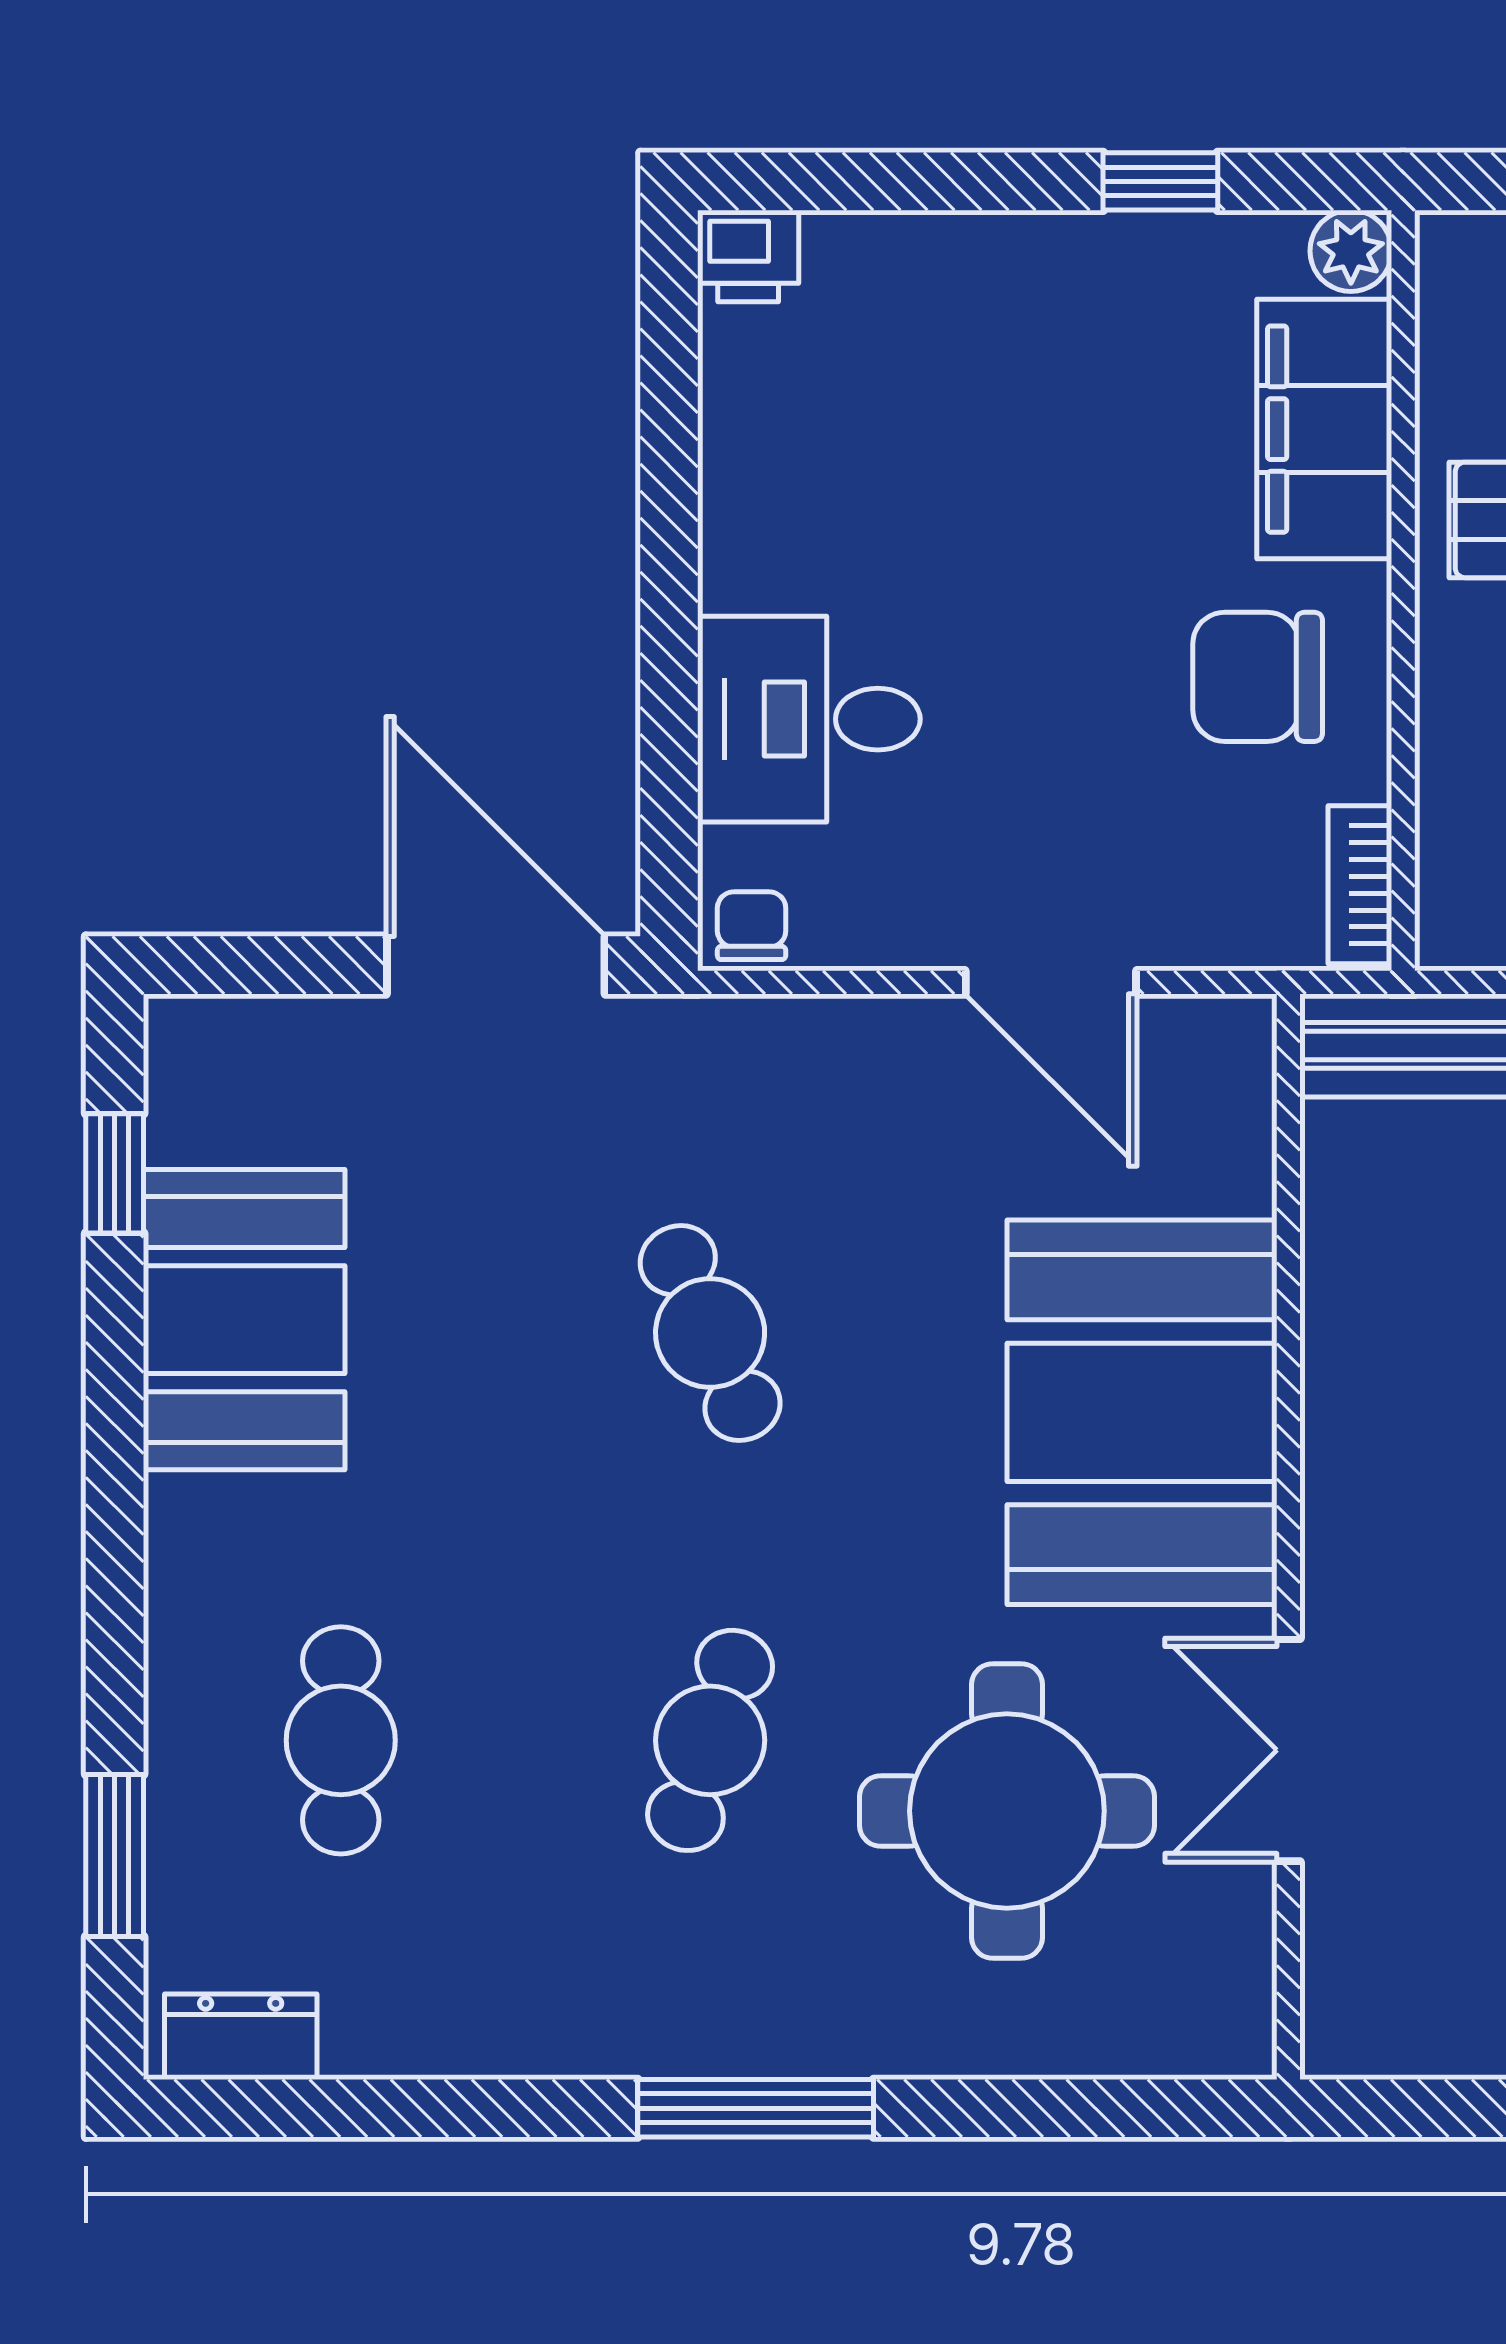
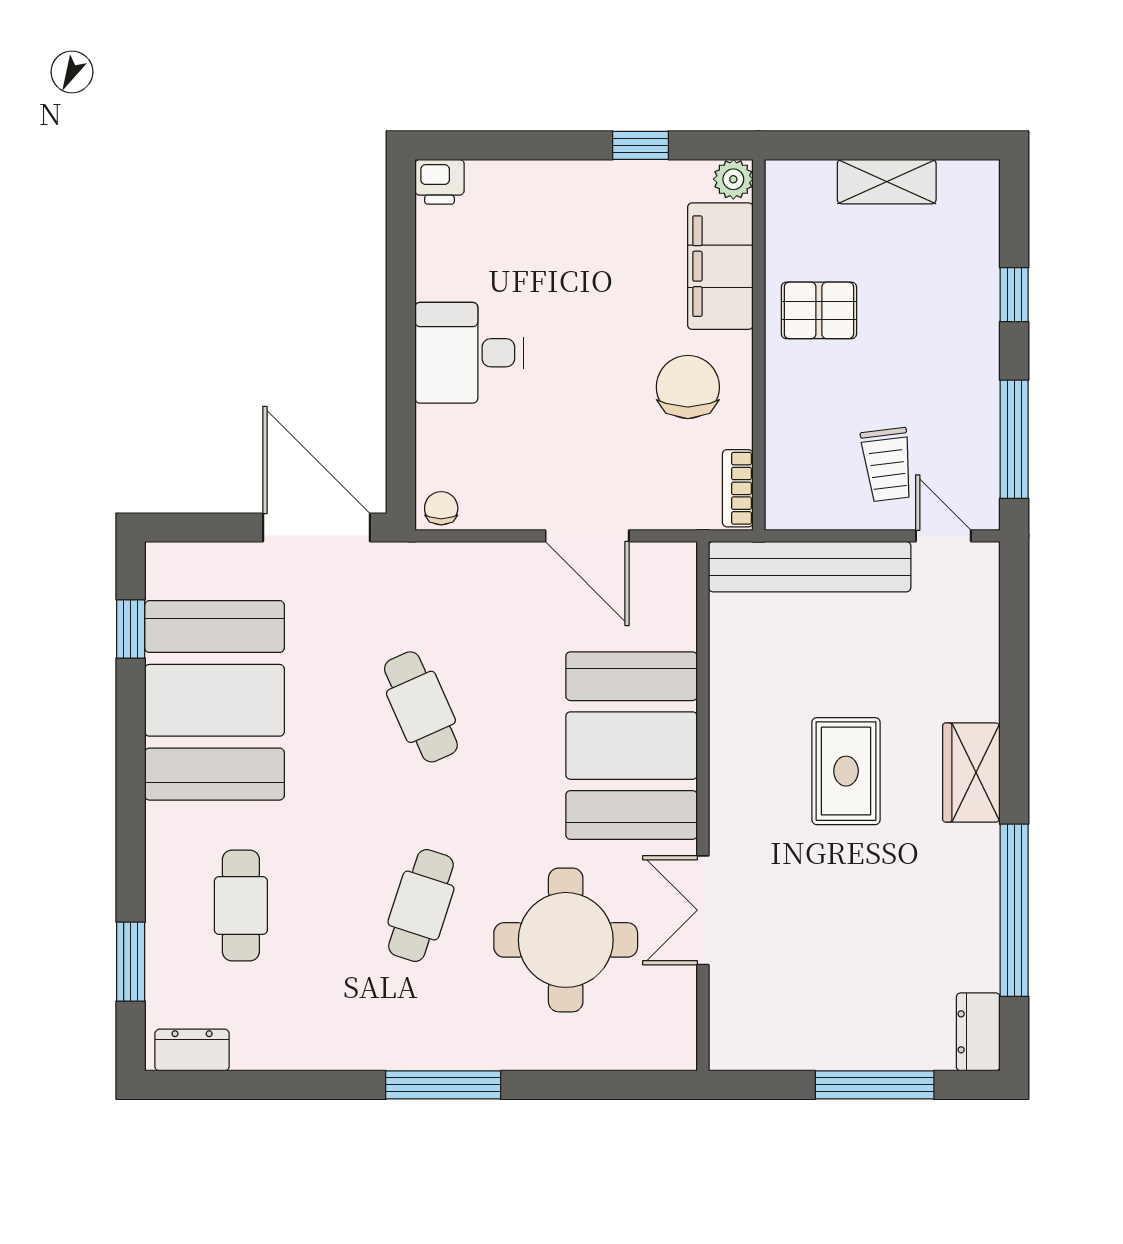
chair: (1258, 677) -> (688, 387), turned 90
desk: (809, 719) -> (469, 353), moved
booth: (244, 1320) -> (214, 700), width x1.36, depth x1.42

